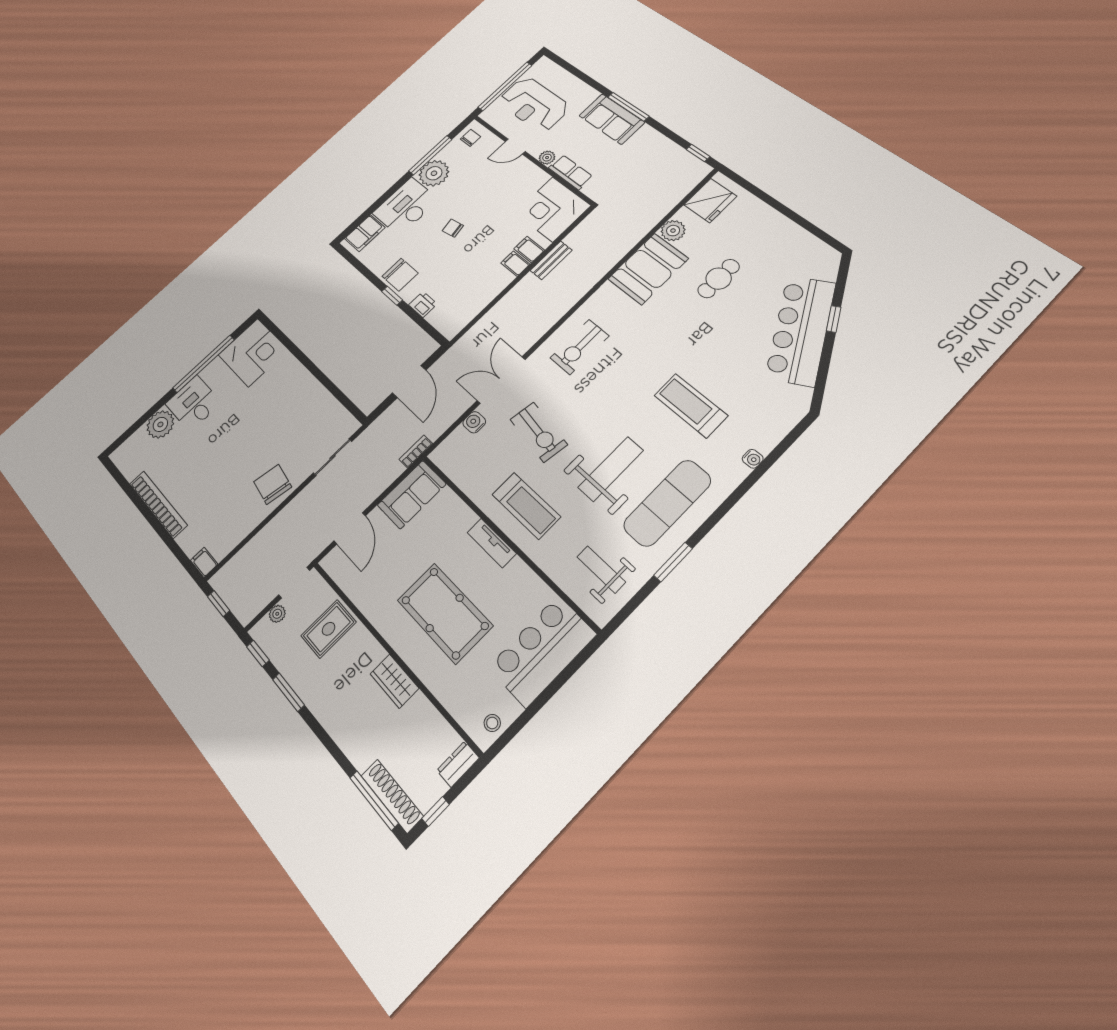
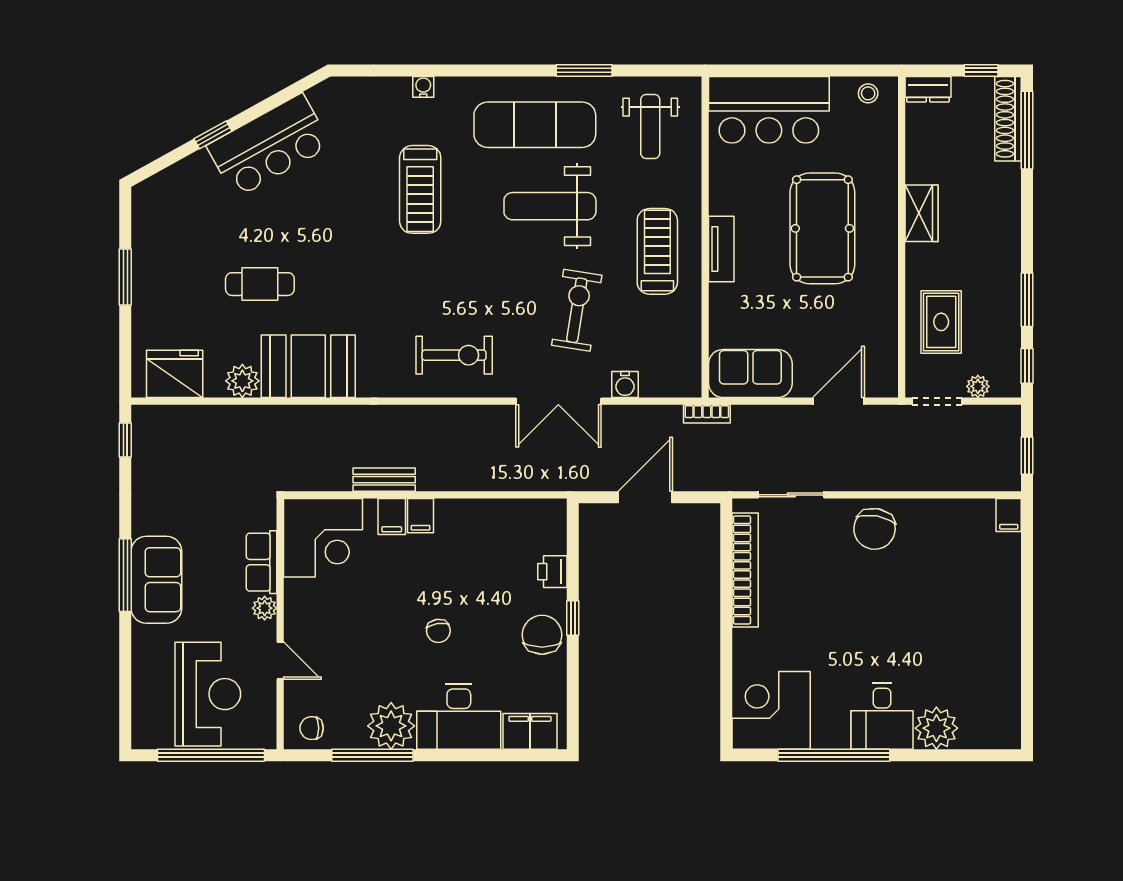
window: (790, 214) -> (125, 277), added
bar counter: (801, 330) -> (269, 146), width x0.73
bookcase: (158, 504) -> (745, 570), moved, turned 180
rug: (329, 629) -> (941, 322), turned 90

